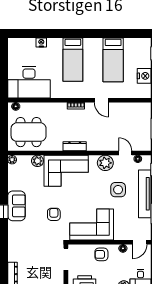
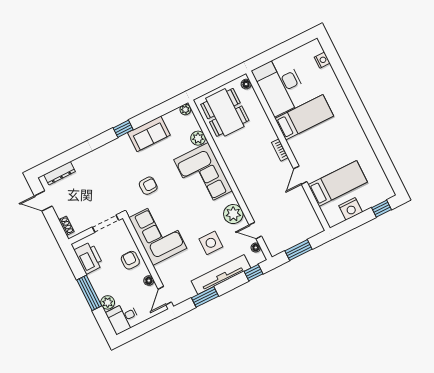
nightstand: (41, 43) -> (322, 60), moved
bed: (73, 60) -> (304, 117), moved, turned 180
bed: (113, 60) -> (338, 183), moved, turned 180
dresser: (75, 146) -> (235, 171), removed
door: (125, 153) -> (255, 231), swing flipped
sofa: (16, 206) -> (149, 134), moved
door: (140, 242) -> (165, 296), hinge flipped

